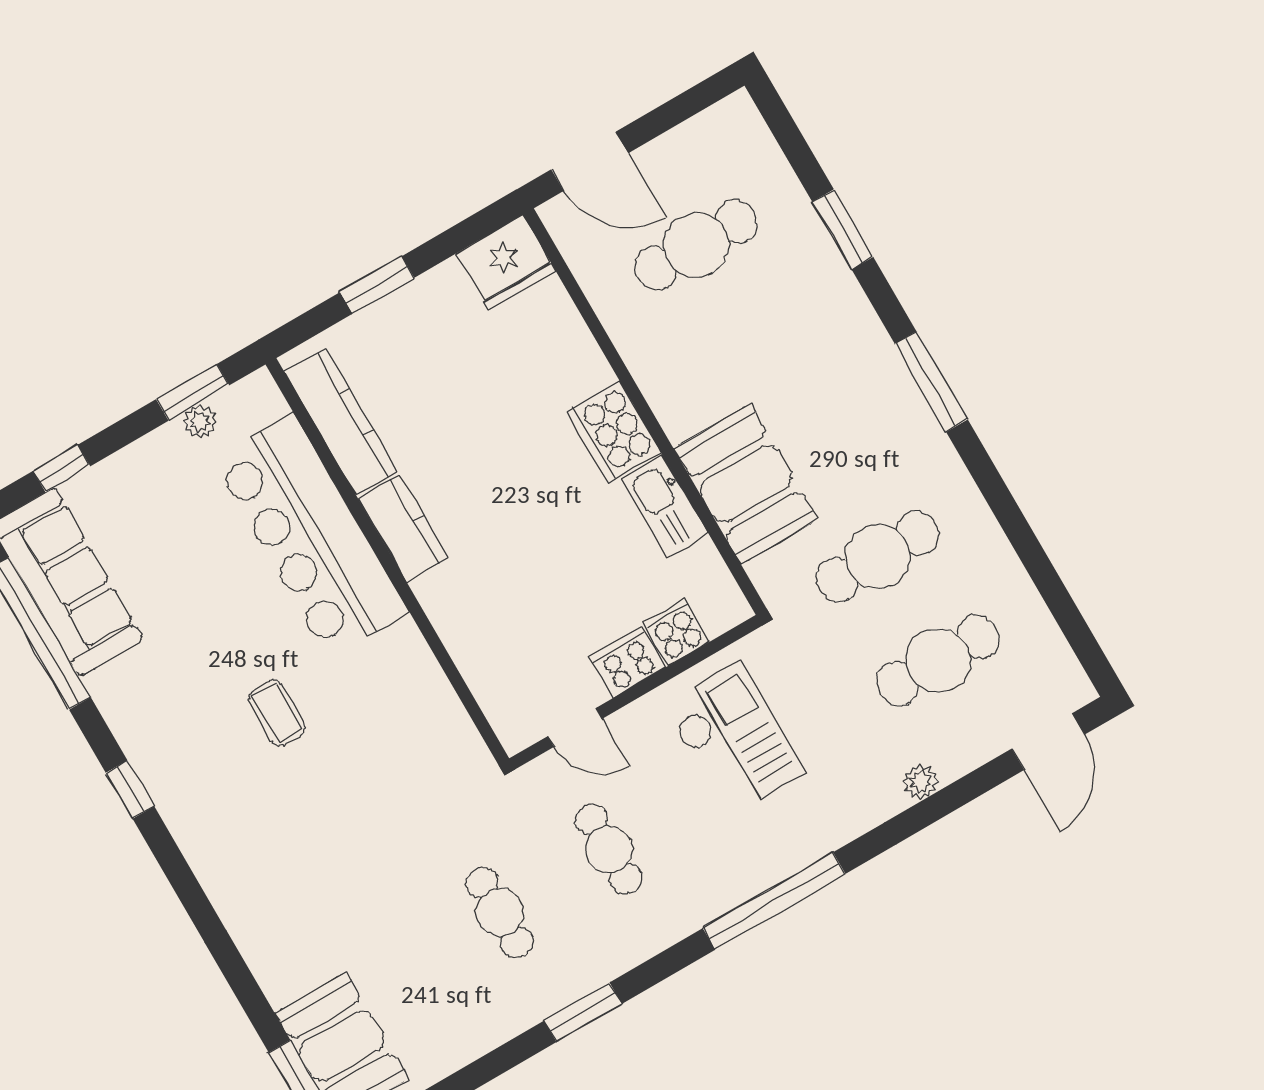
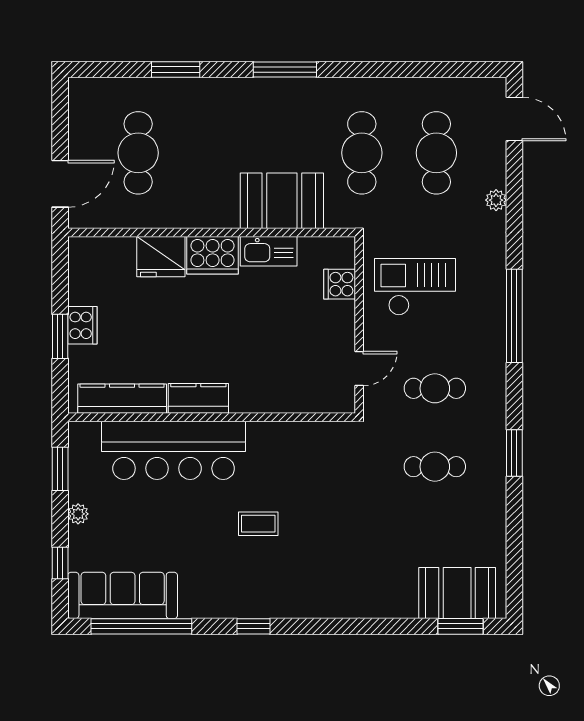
fridge: (506, 262) -> (161, 257), moved, turned 90
plant: (200, 422) -> (78, 514), moved
cooker: (628, 662) -> (82, 325), moved, turned 180

